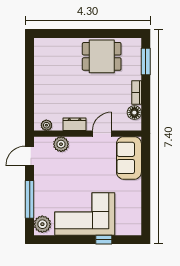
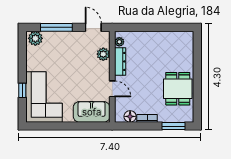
dresser: (75, 124) -> (120, 61), width x1.44
corner sofa: (85, 214) -> (44, 97), moved

